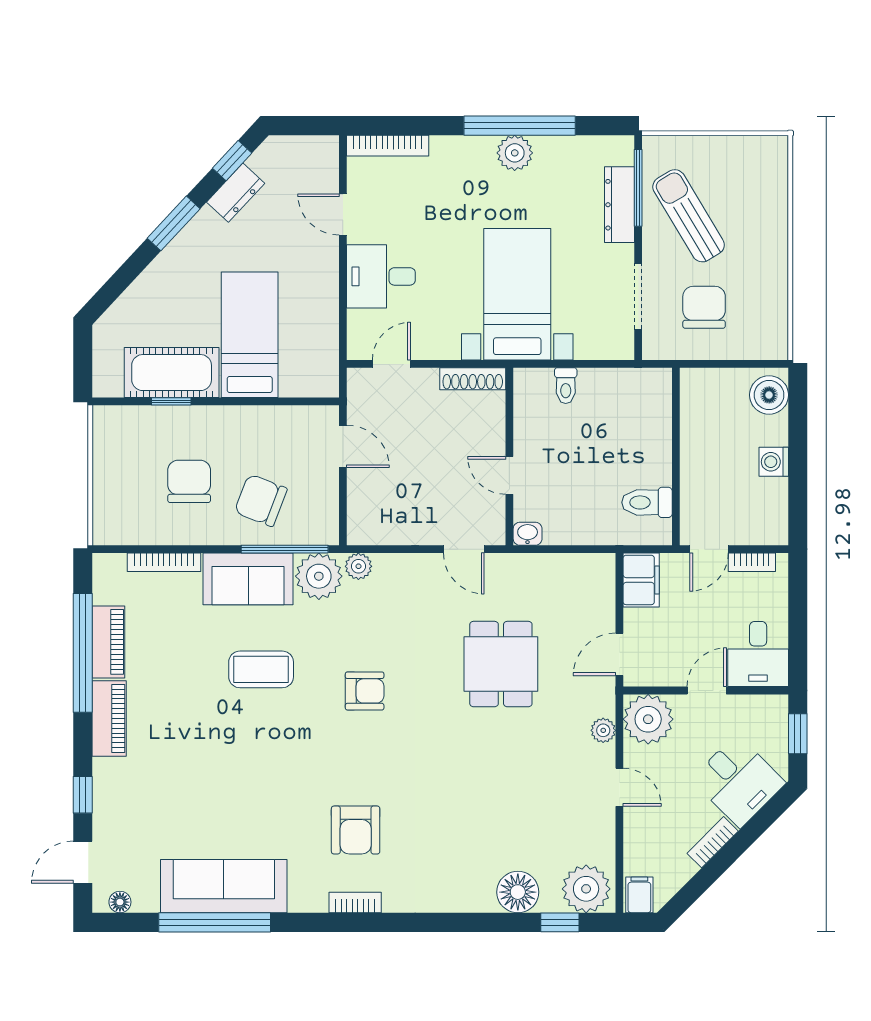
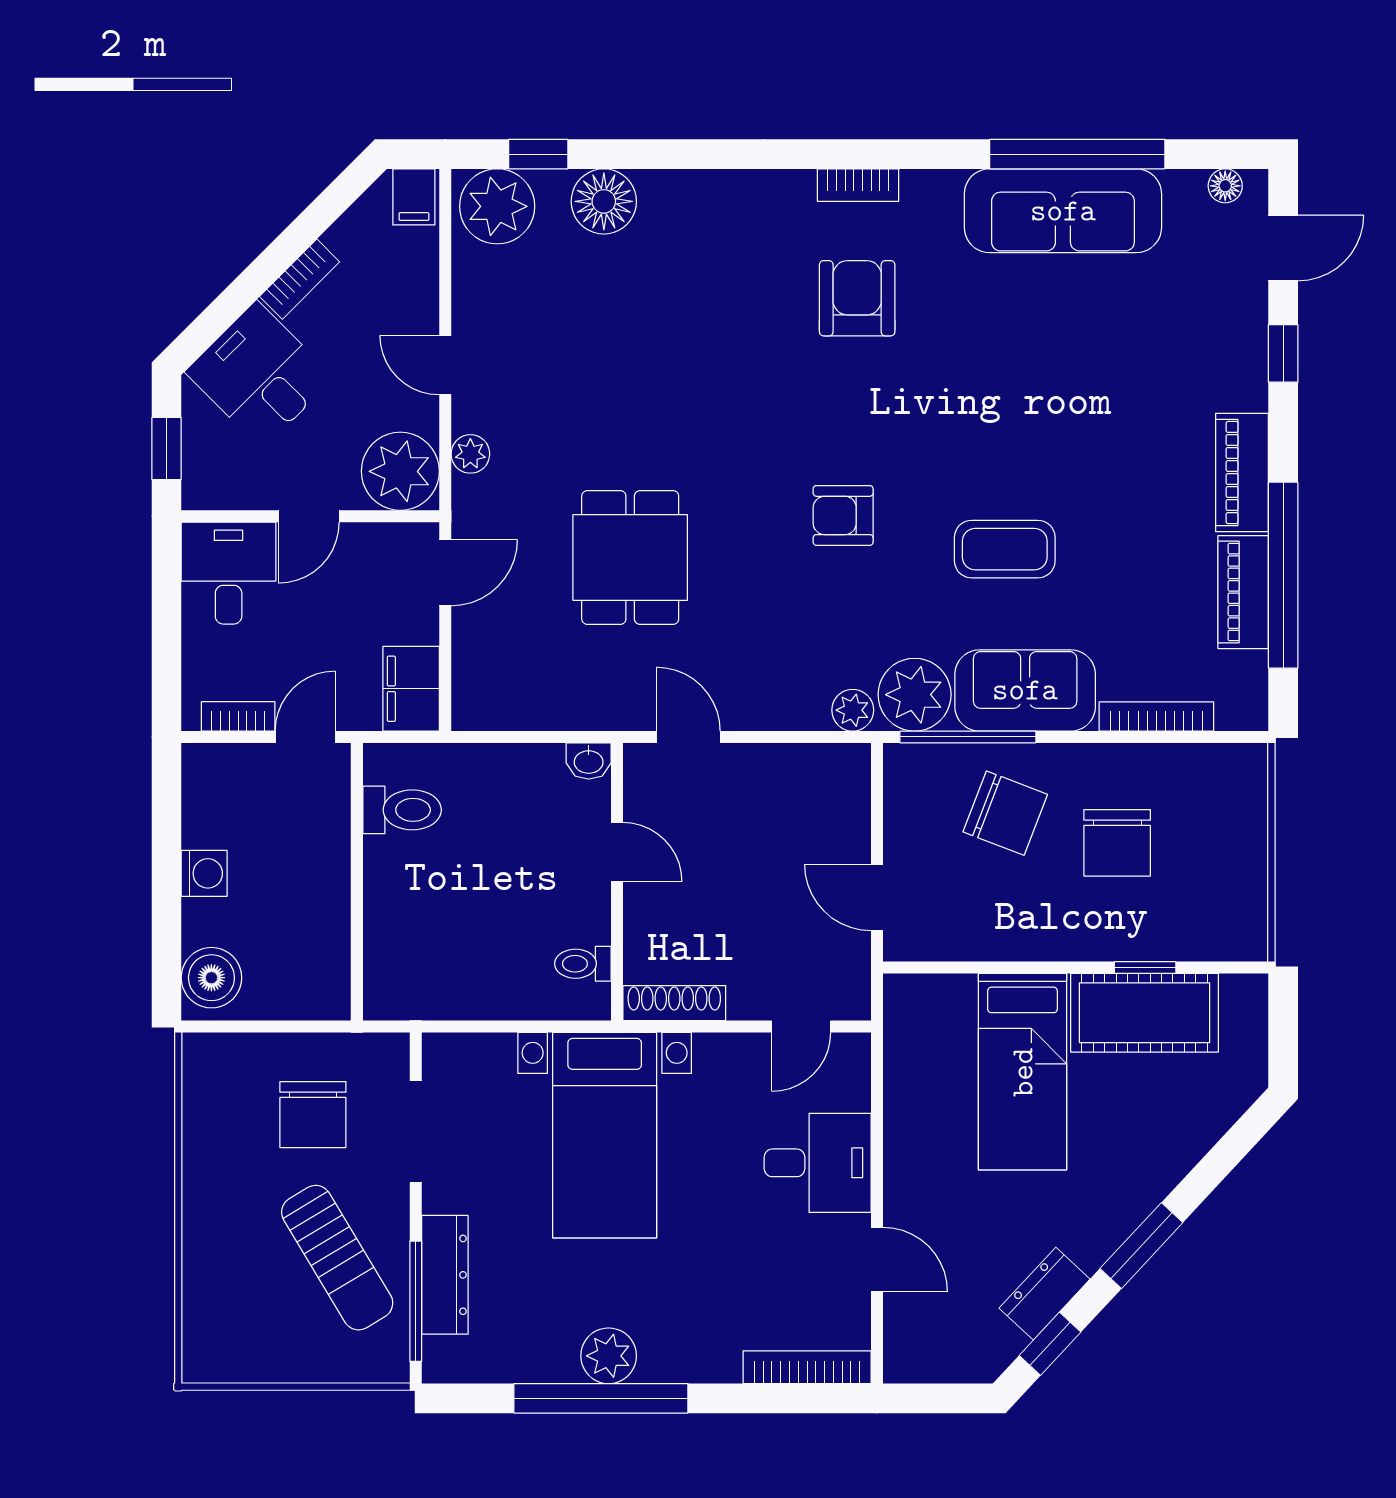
toilet: (566, 386) -> (583, 964), moved, turned -90

